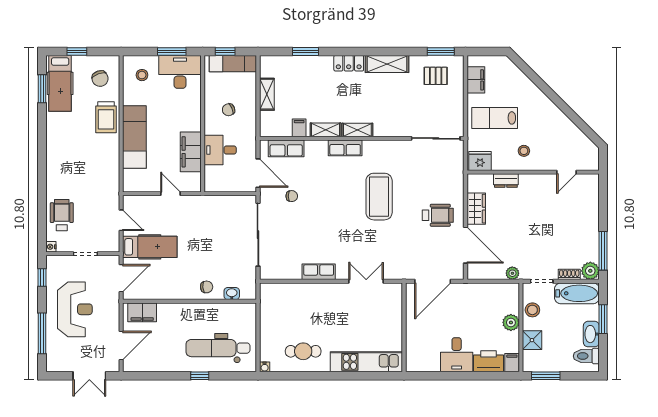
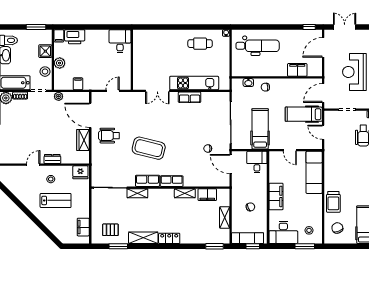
window: (77, 51) -> (353, 246), removed
window: (172, 51) -> (305, 246), moved
window: (306, 51) -> (214, 246), moved
window: (441, 51) -> (118, 246), moved
trolley: (106, 117) -> (333, 202), turned 180
lab bench: (495, 118) -> (56, 200), moved
filing cabinet: (299, 128) -> (207, 195), width x2.00
shelving: (357, 130) -> (137, 193), moved
exam couch: (134, 137) -> (314, 172), moved
row of seats: (286, 148) -> (148, 181), moved
desk: (220, 150) -> (257, 162), moved, turned -90
filing cabinet: (191, 152) -> (276, 196), moved
door: (567, 172) -> (33, 165), moved
dresser: (506, 181) -> (52, 159), moved
coffee table: (379, 197) -> (149, 148), turned -76
hospital bed: (214, 225) -> (260, 129), added
door: (433, 281) -> (113, 91), width x0.53
filing cabinet: (484, 292) -> (78, 84), added
filing cabinet: (142, 312) -> (297, 70), moved
desk: (457, 355) -> (120, 41), moved
kitchen unit: (366, 362) -> (194, 83), moved, turned 180
window: (200, 376) -> (309, 27), moved

